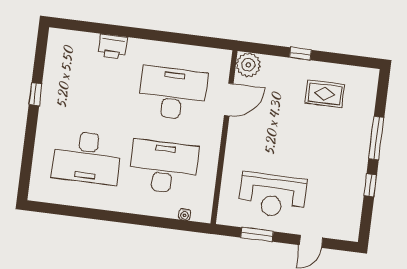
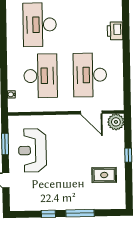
desk: (173, 93) -> (90, 75), turned 180
rug: (325, 94) -> (104, 175), turned 90

